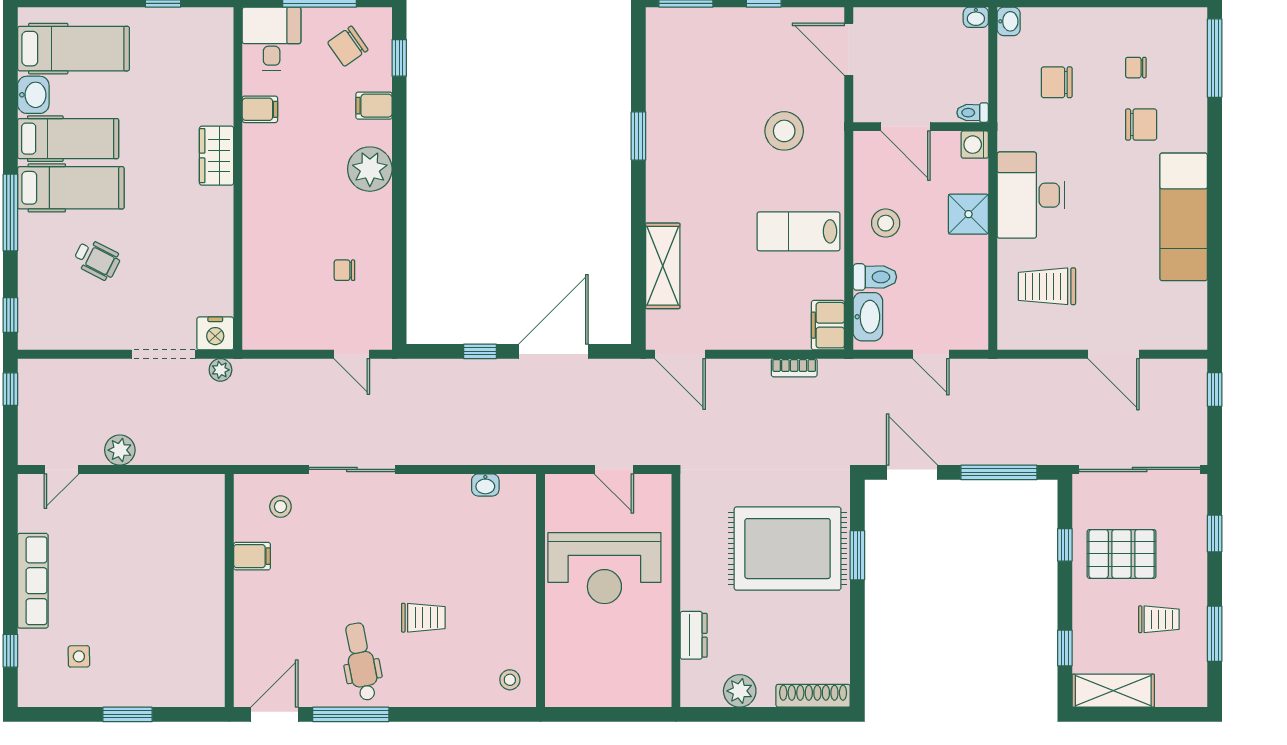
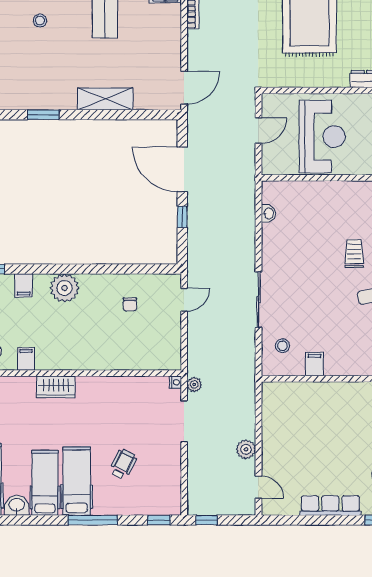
stool: (784, 131) -> (40, 21), width x0.53, depth x0.53
shelving: (663, 266) -> (105, 99), moved
nightstand: (215, 333) -> (175, 382), width x0.53, depth x0.56

